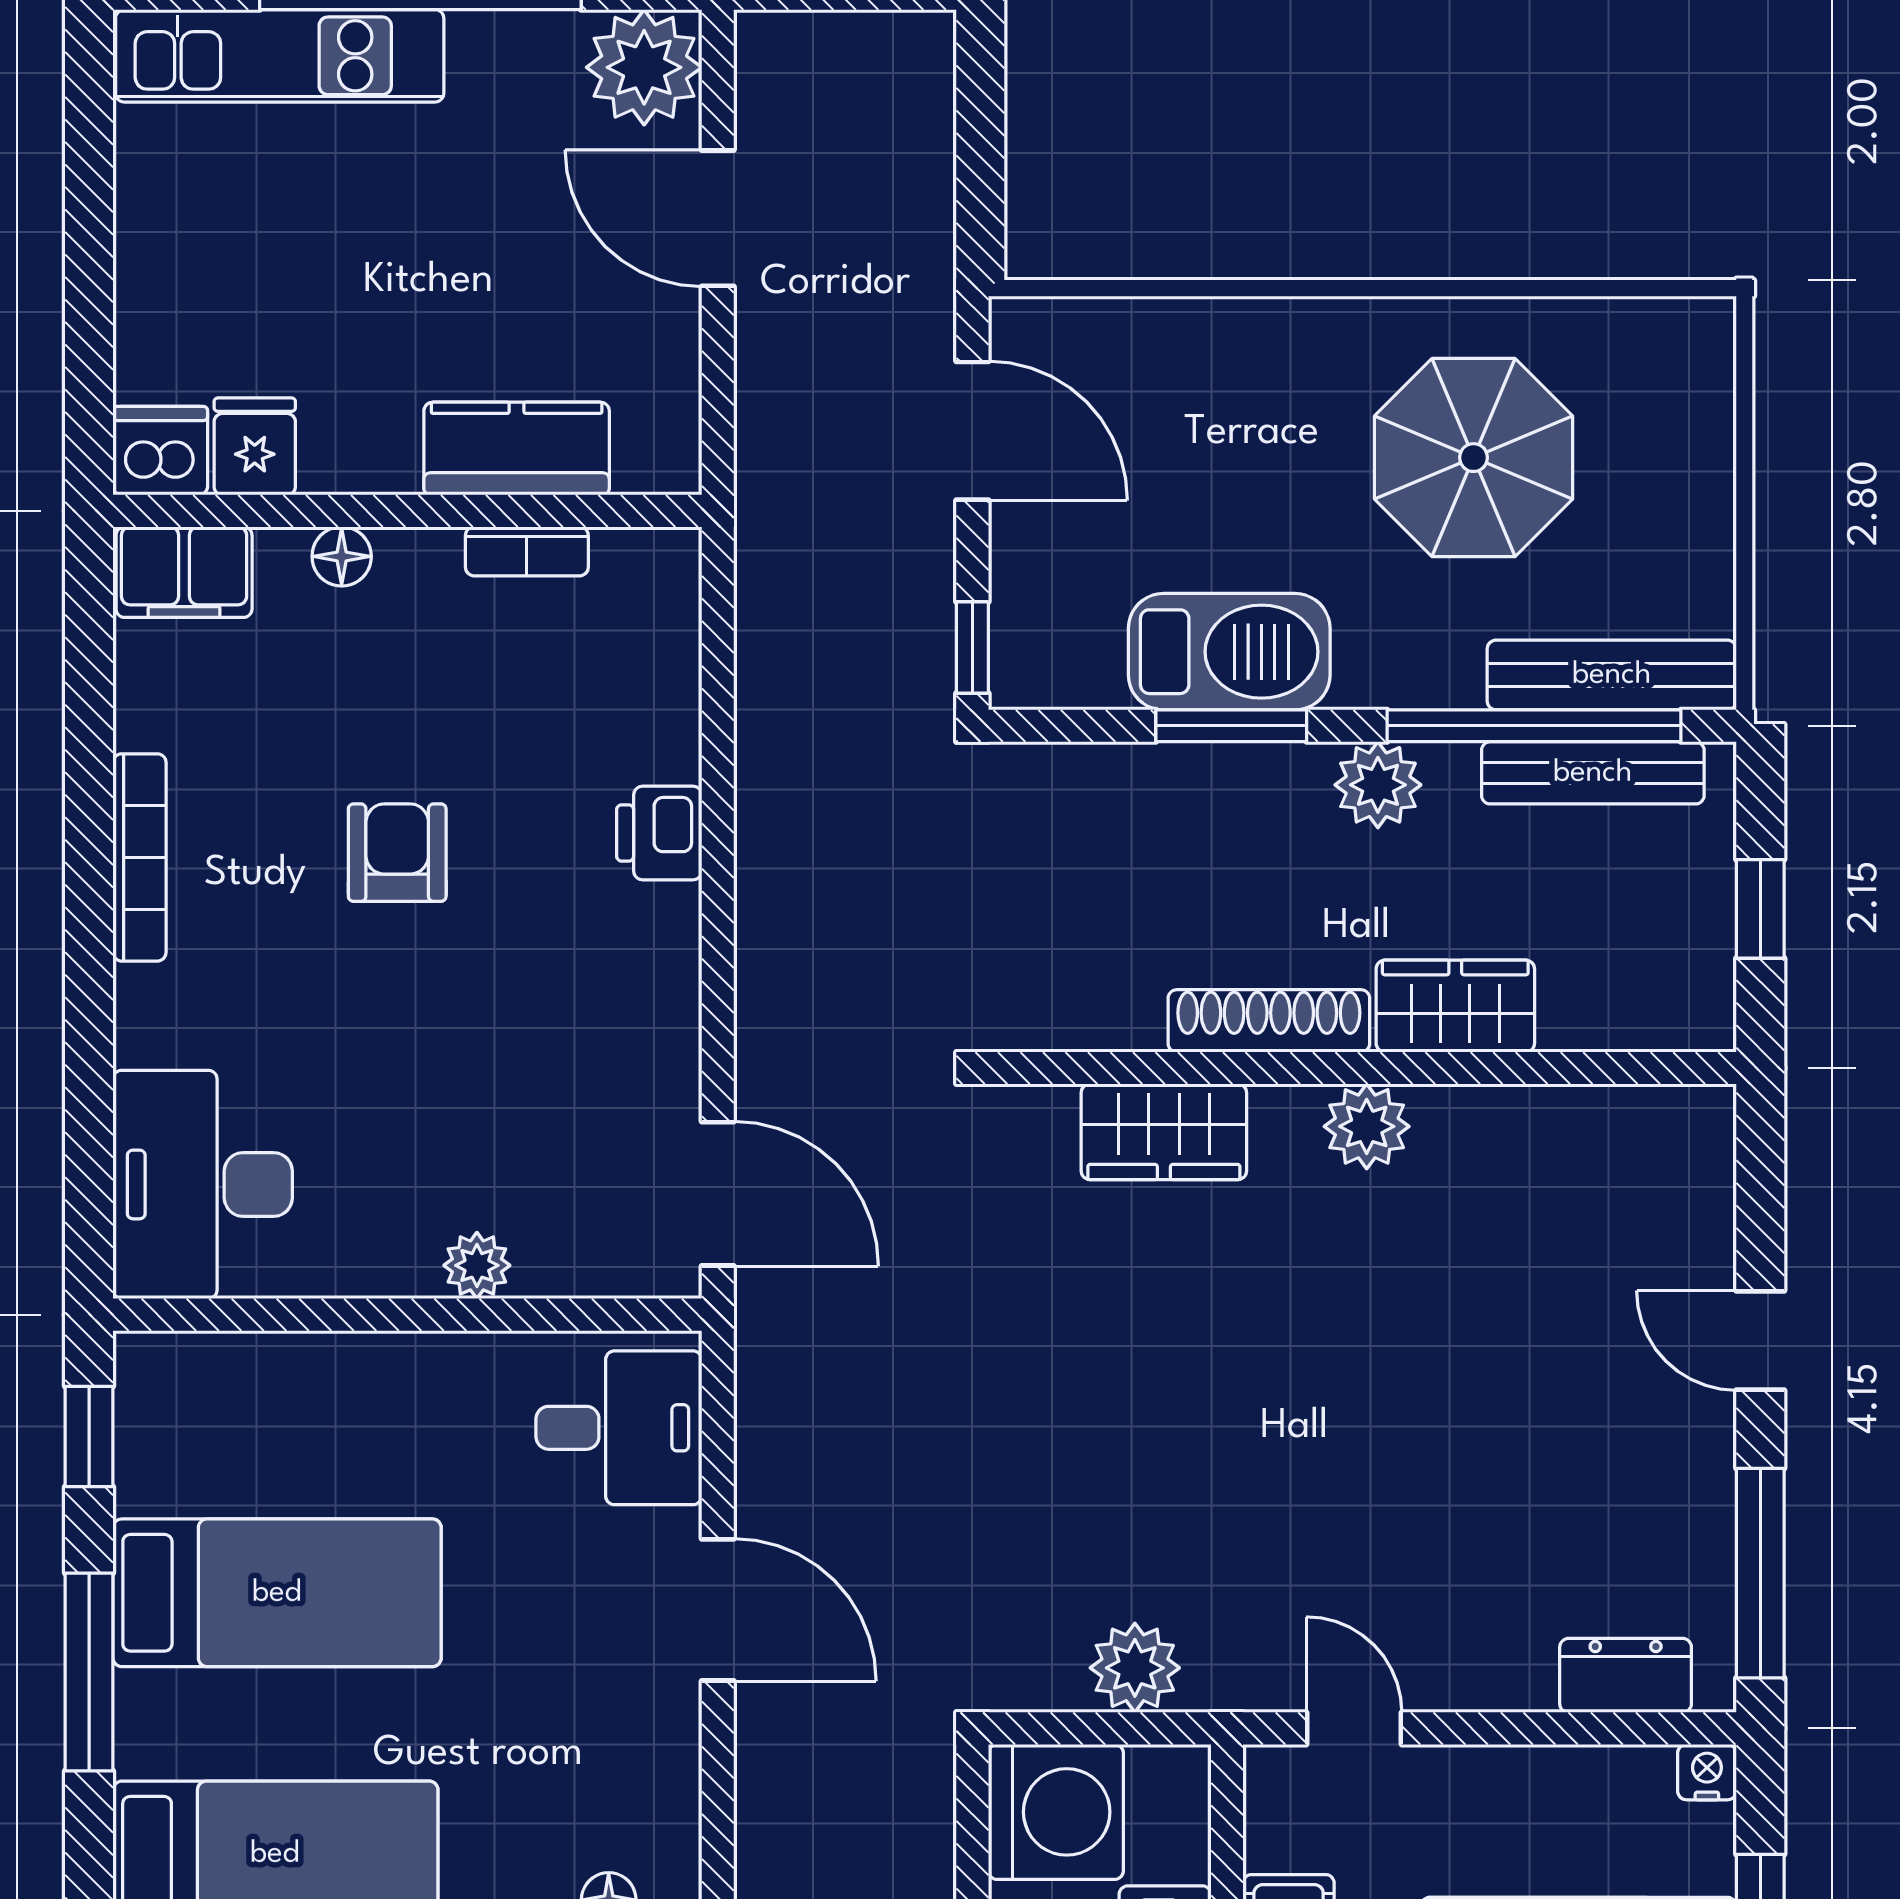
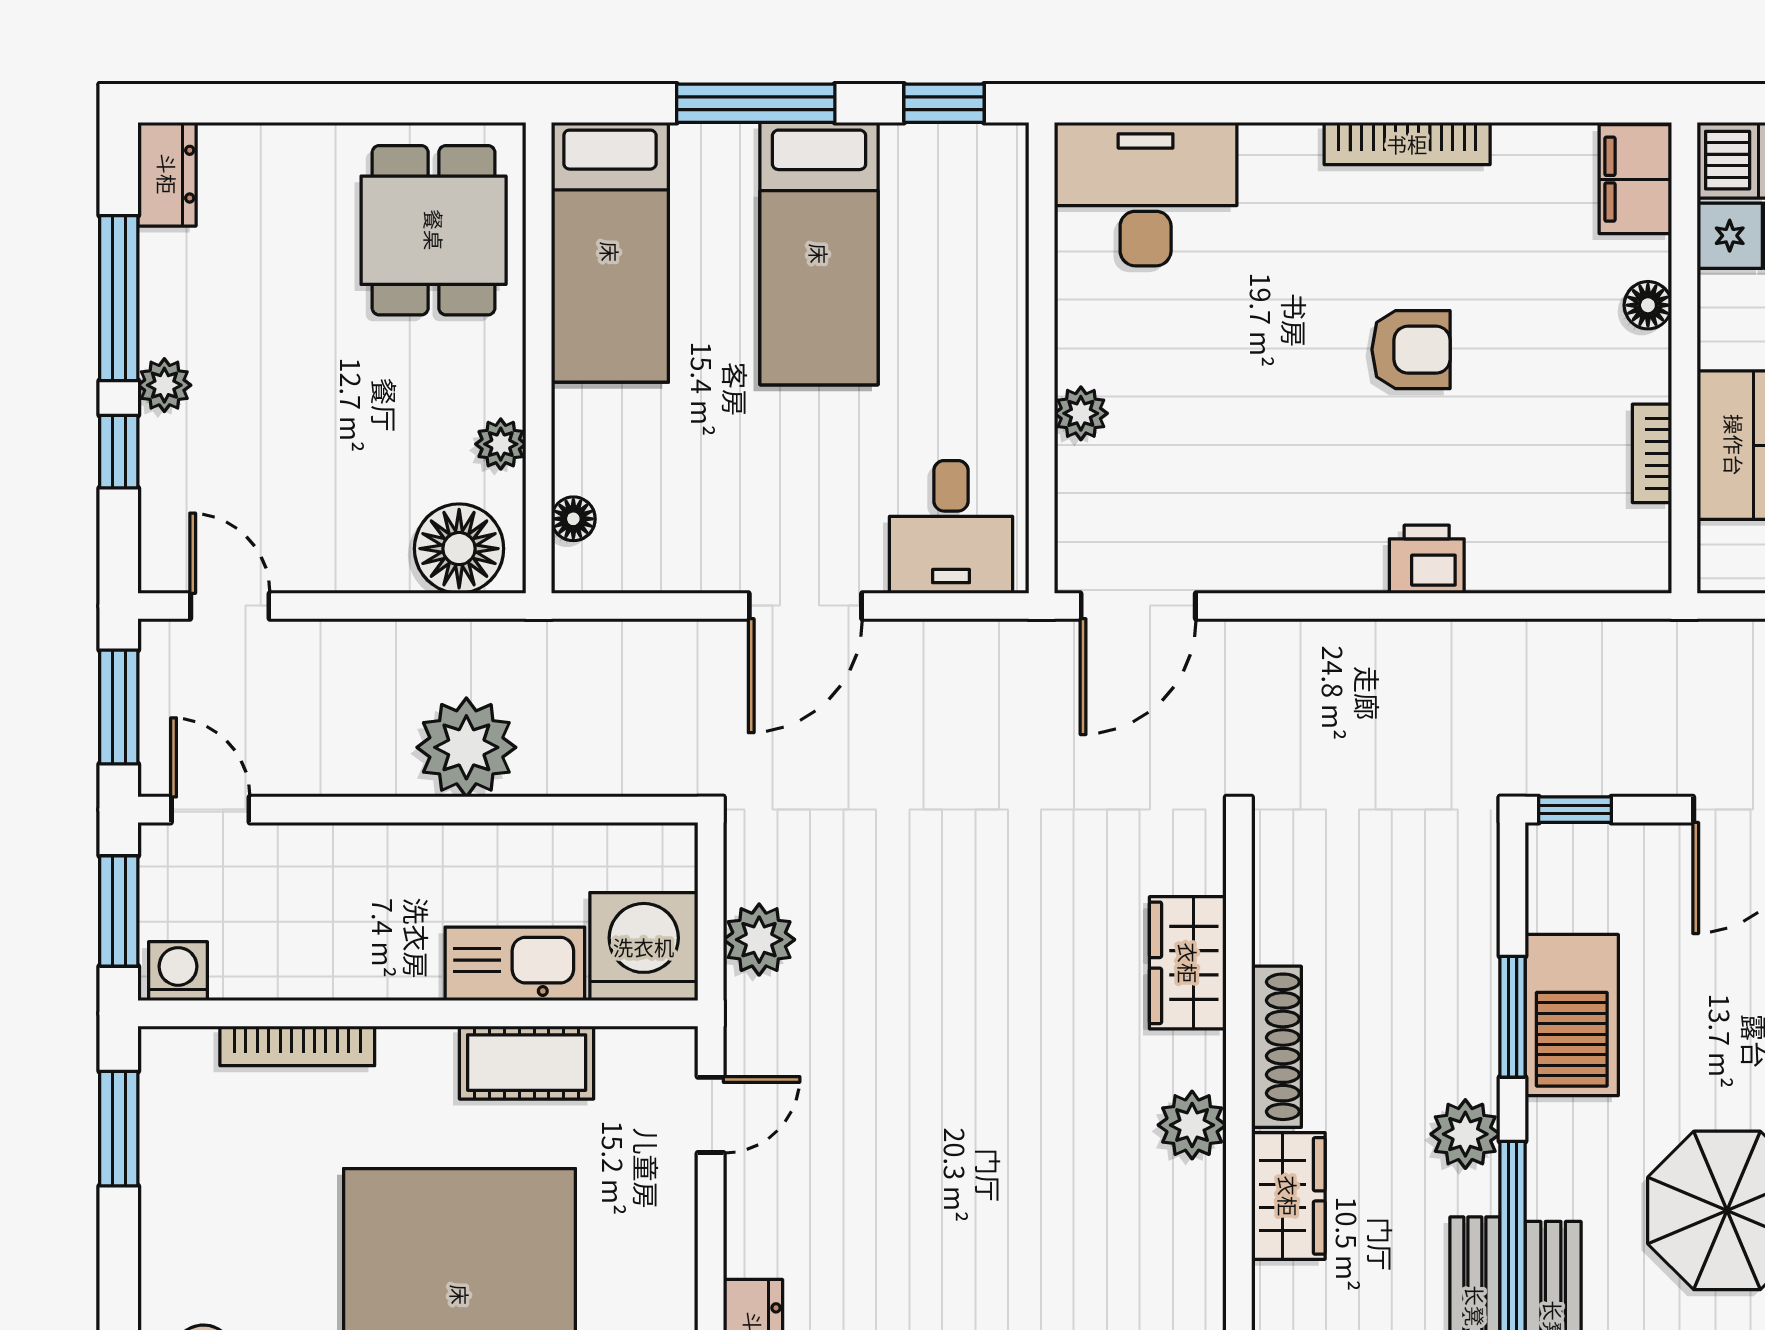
washing machine: (1056, 1812) -> (644, 947), moved, turned 180

